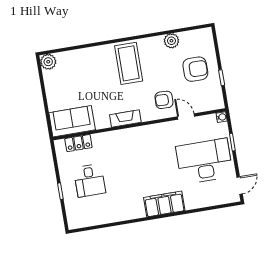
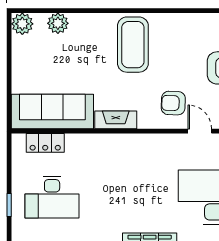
plant: (171, 41) -> (58, 23), moved
sofa: (72, 121) -> (52, 111), width x1.36
desk: (90, 180) -> (52, 197), width x1.37

